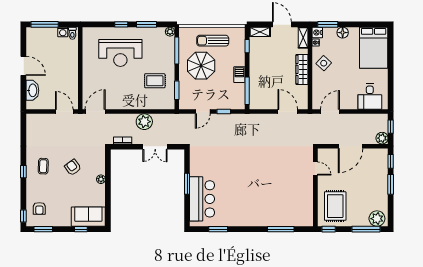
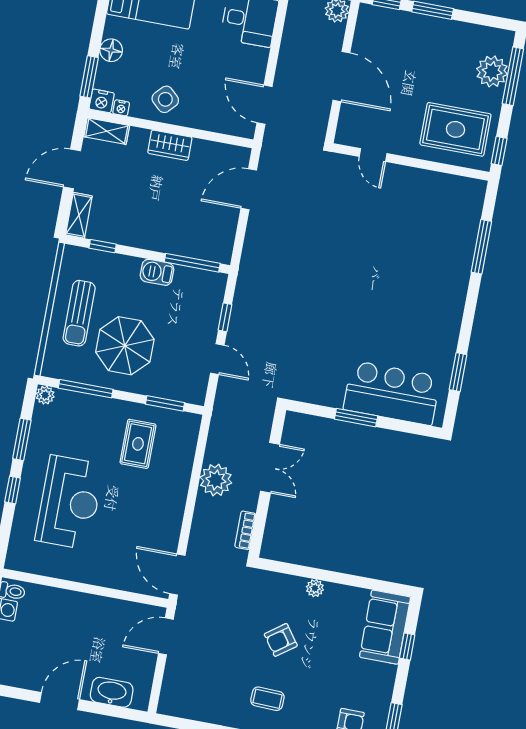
wardrobe: (302, 69) -> (170, 145), width x0.67
door: (315, 169) -> (373, 155), swing flipped
plant: (377, 219) -> (492, 71), moved

